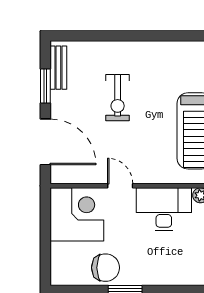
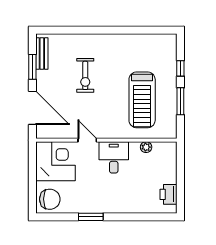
desk: (164, 209) -> (114, 157), width x0.73
chair: (106, 268) -> (50, 199), moved

